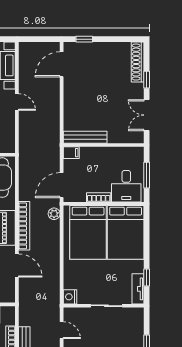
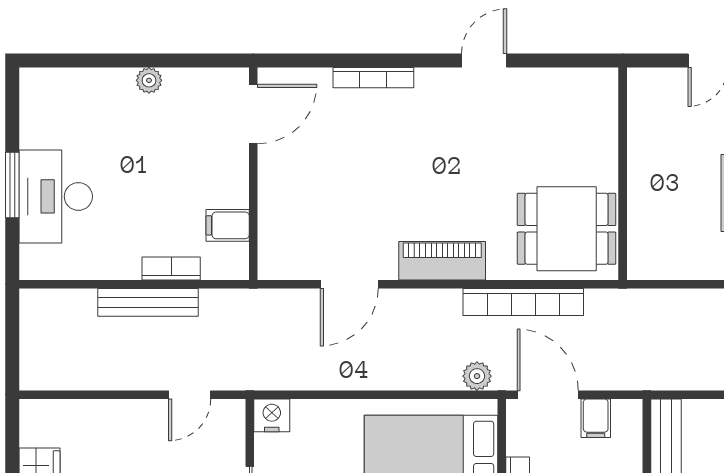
filing cabinet: (71, 153) -> (596, 418), moved
bookcase: (24, 226) -> (523, 302), moved

